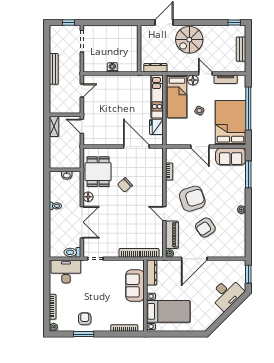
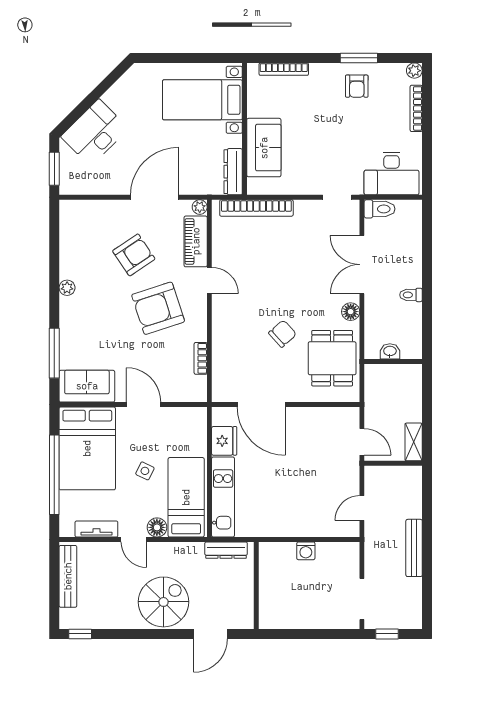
bench: (241, 49) -> (68, 576), width x1.36

